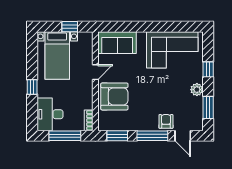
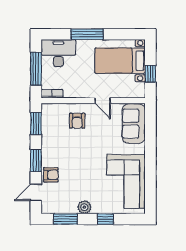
window: (32, 87) -> (87, 34), width x2.17
armchair: (114, 96) -> (77, 121), width x0.53, depth x0.53
window: (152, 136) -> (36, 161), width x0.69

